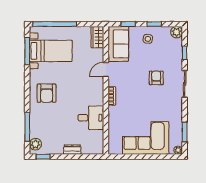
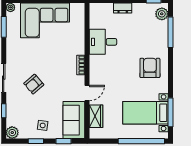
wardrobe: (97, 37) -> (96, 116), moved
armchair: (156, 78) -> (34, 84), turned 49

